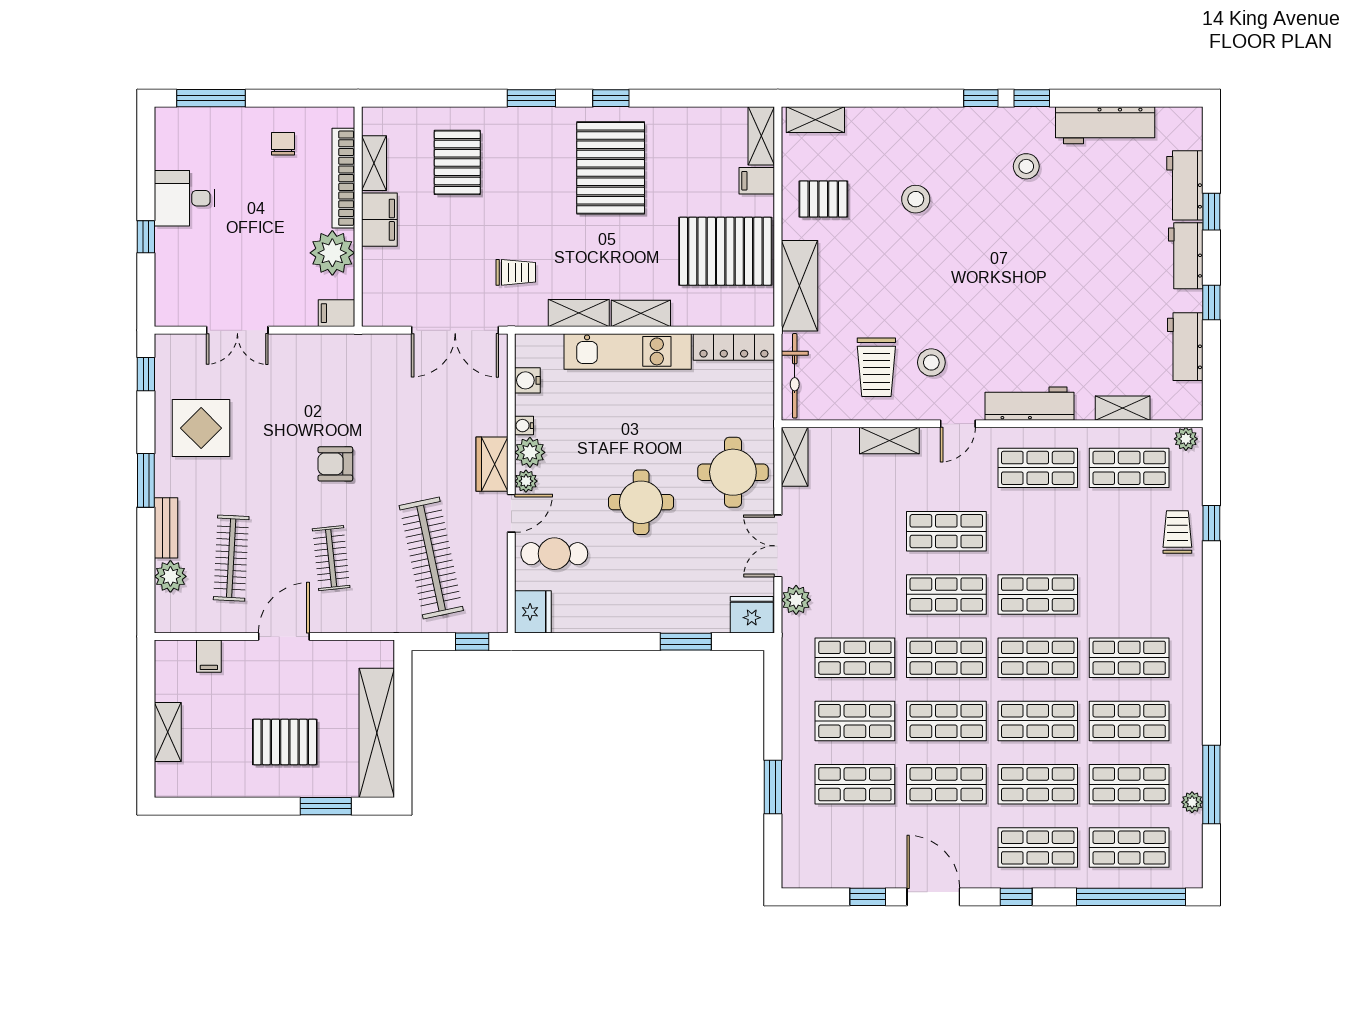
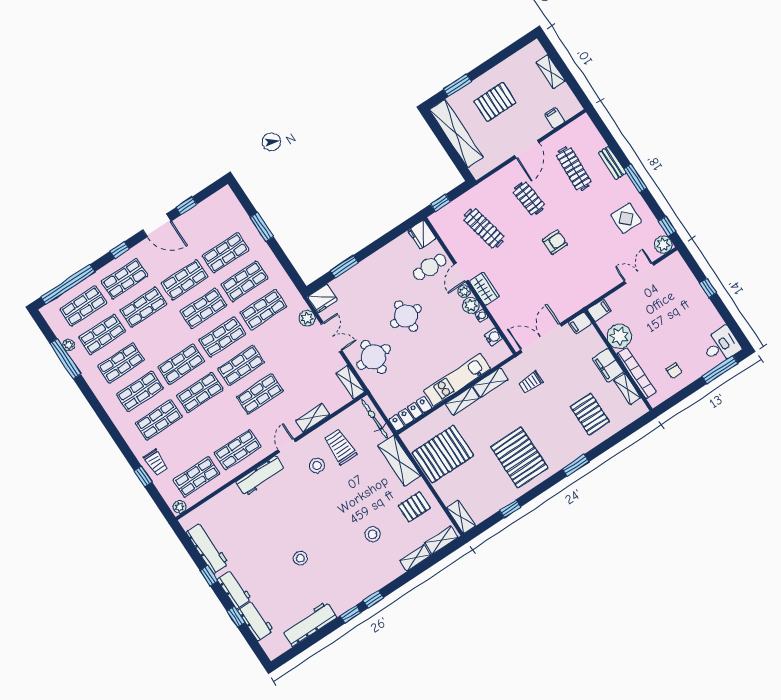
window: (611, 98) -> (510, 509), moved
stool: (1026, 166) -> (300, 558), moved
filing cabinet: (757, 181) -> (580, 323), moved, turned 180
desk: (185, 198) -> (721, 346), moved
workbench: (1185, 347) -> (207, 548), width x1.38
shelving: (1123, 408) -> (415, 558), moved
display table: (201, 428) -> (626, 218), width x0.73, depth x0.73
clothes rail: (431, 558) -> (484, 228), width x0.73, depth x0.76
plant: (170, 576) -> (663, 245), moved
shop shelf: (1038, 721) -> (159, 420), moved

